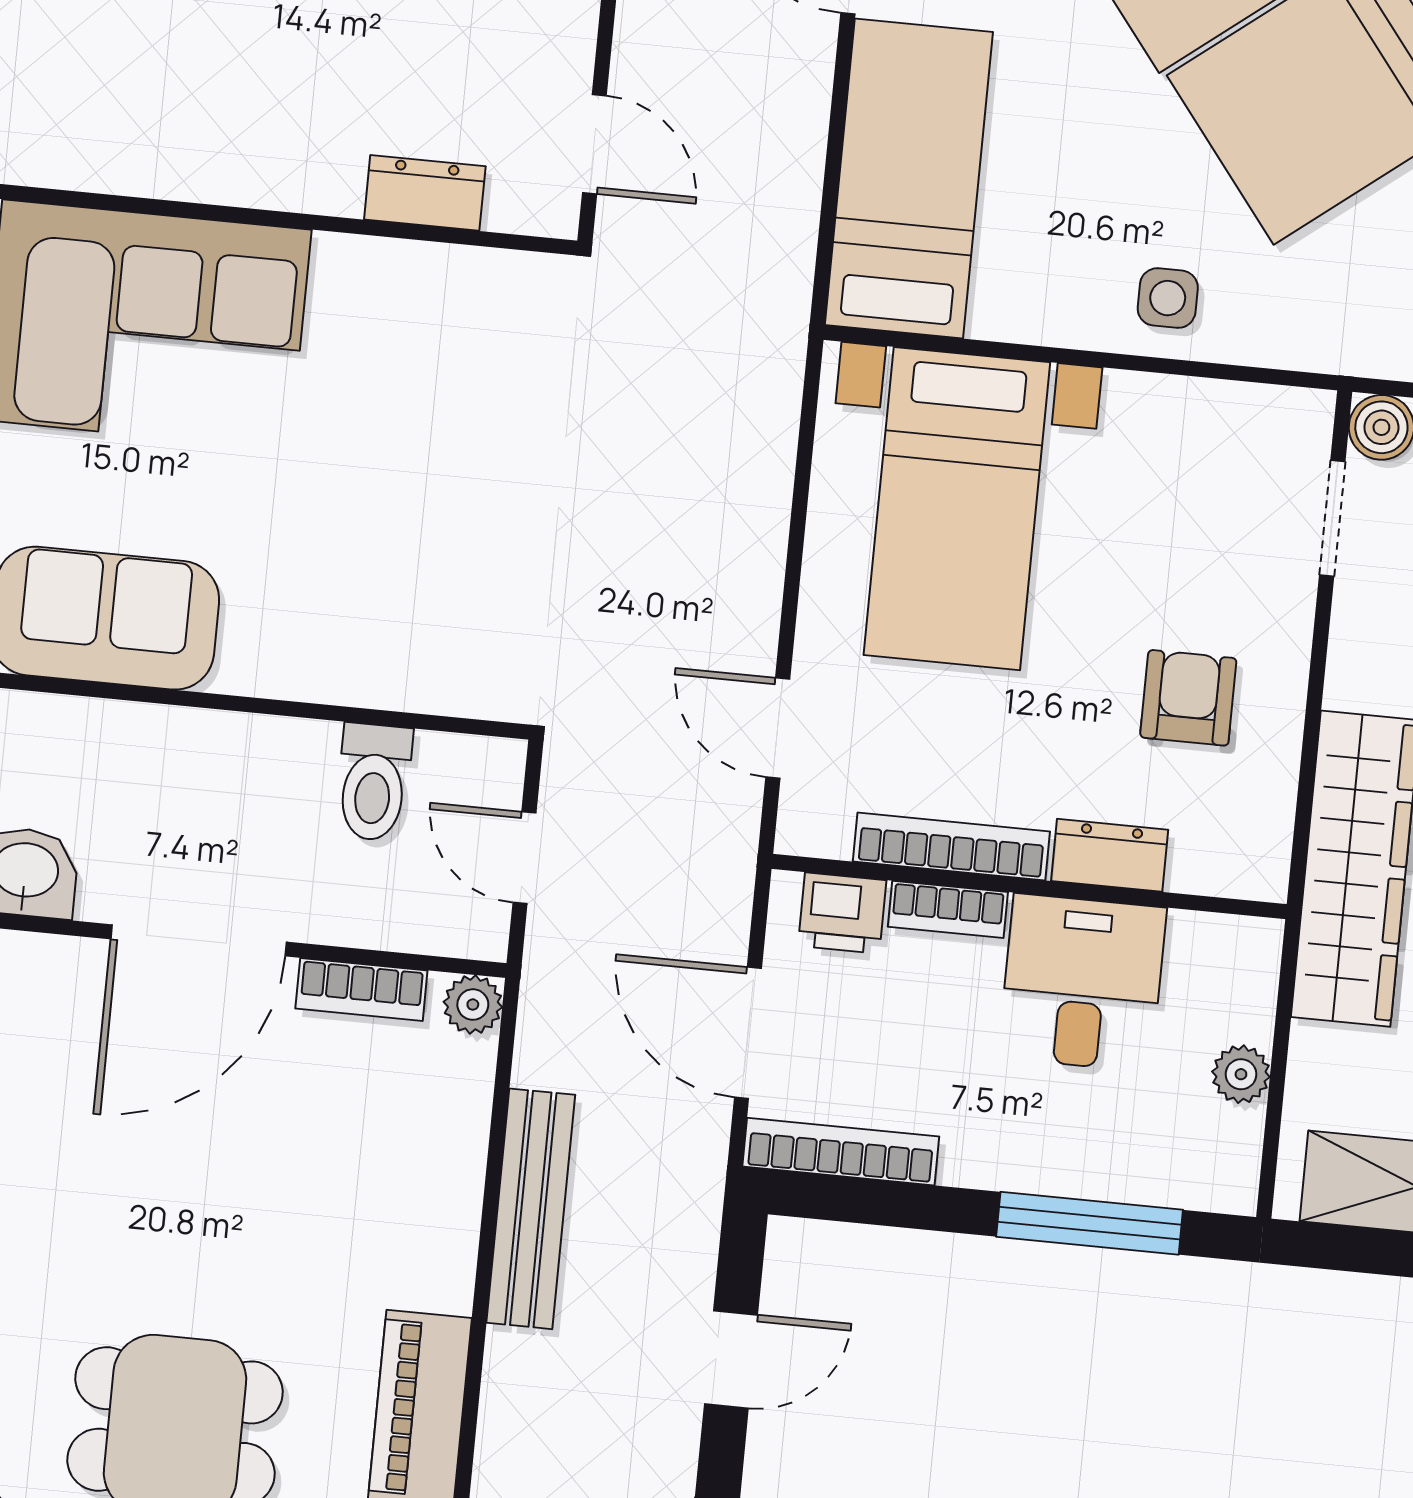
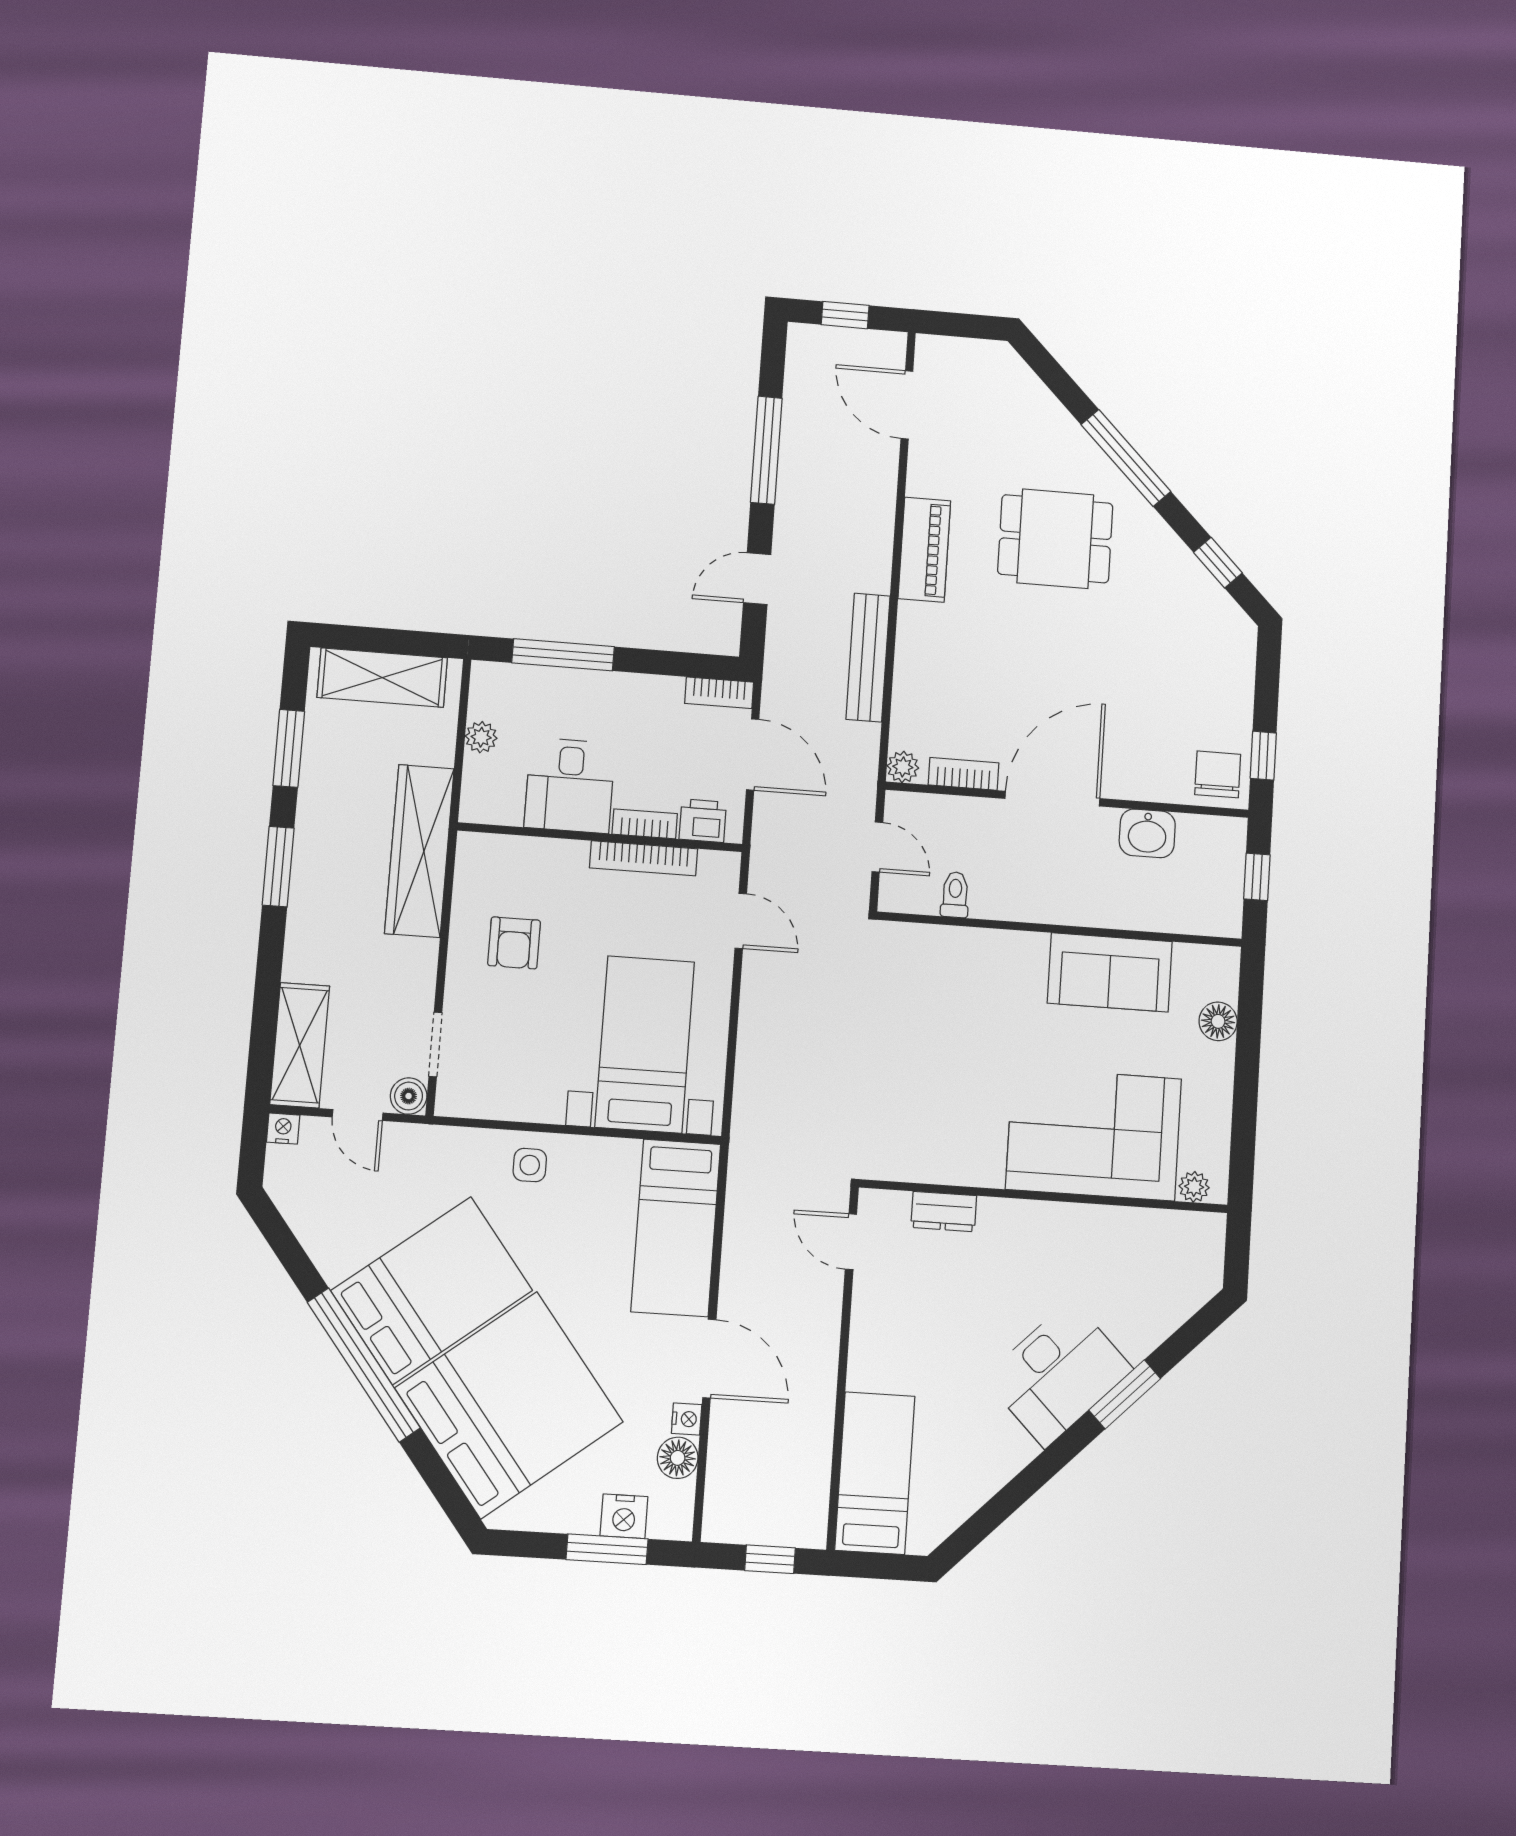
toilet: (374, 782) -> (955, 895), width x0.73, depth x0.72
dresser: (1110, 855) -> (556, 855), removed
bookcase: (841, 1152) -> (719, 693), width x0.64

